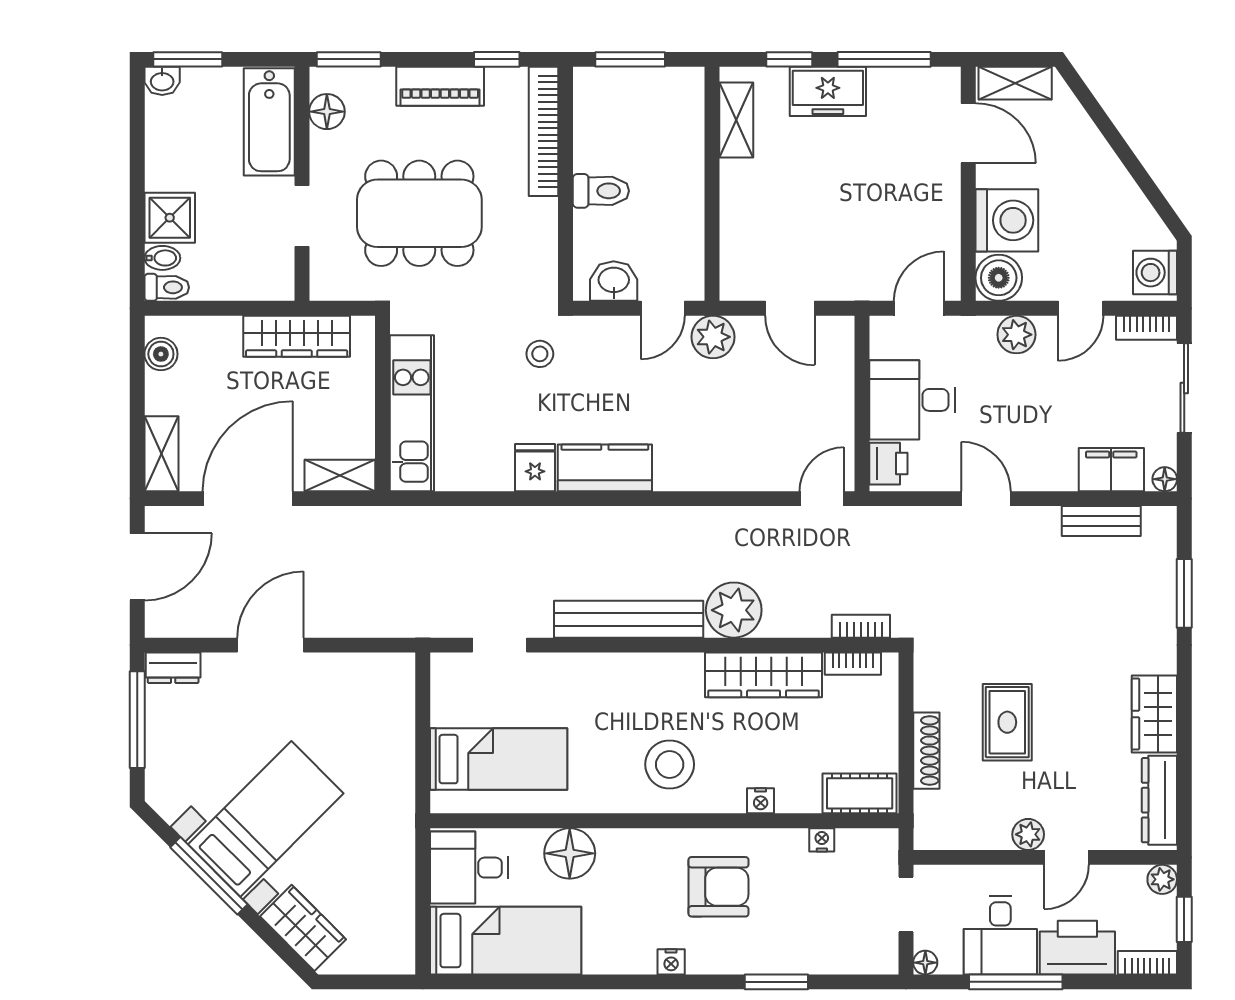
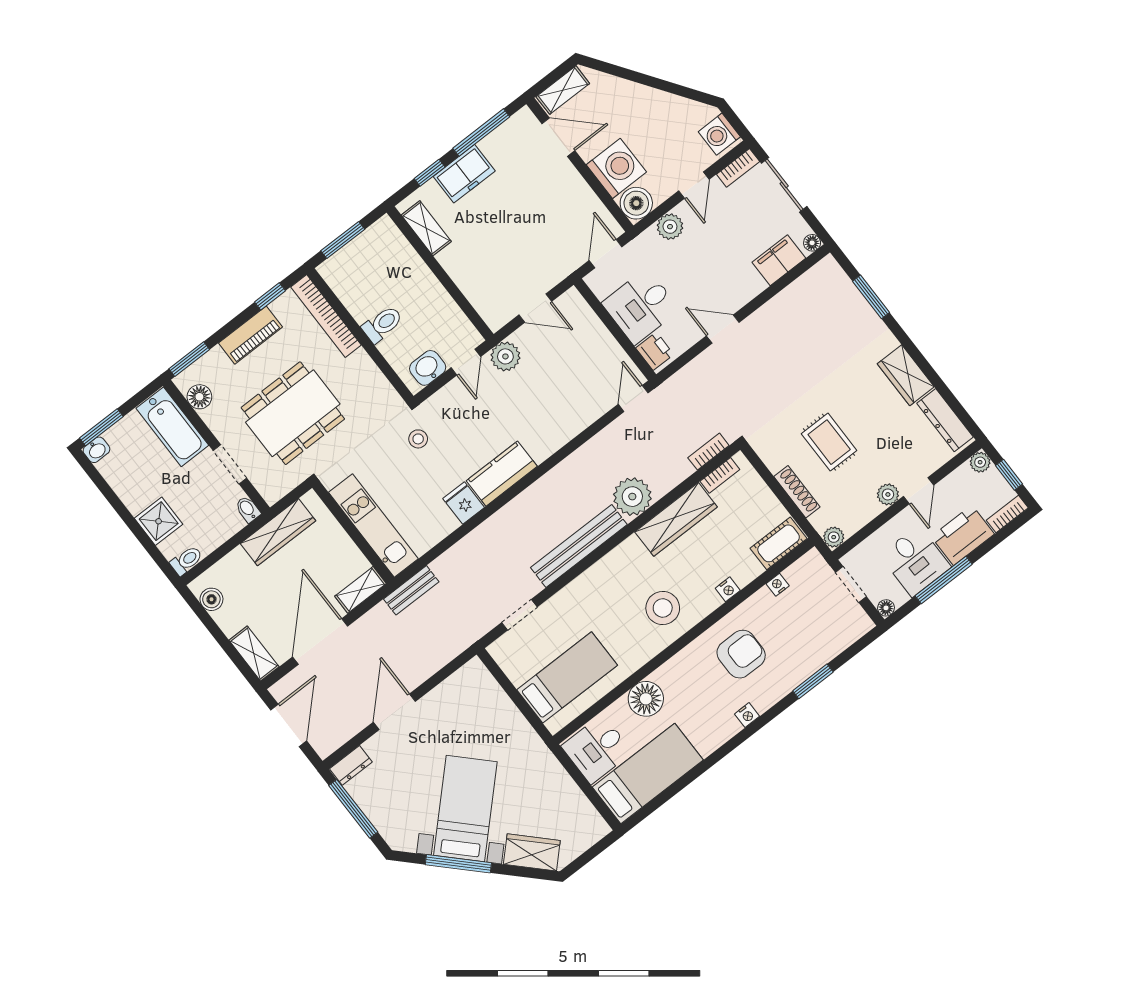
bidet: (162, 258) -> (248, 509), moved, turned -90
bench: (1101, 521) -> (411, 590), moved
plant: (928, 835) -> (834, 537), added

